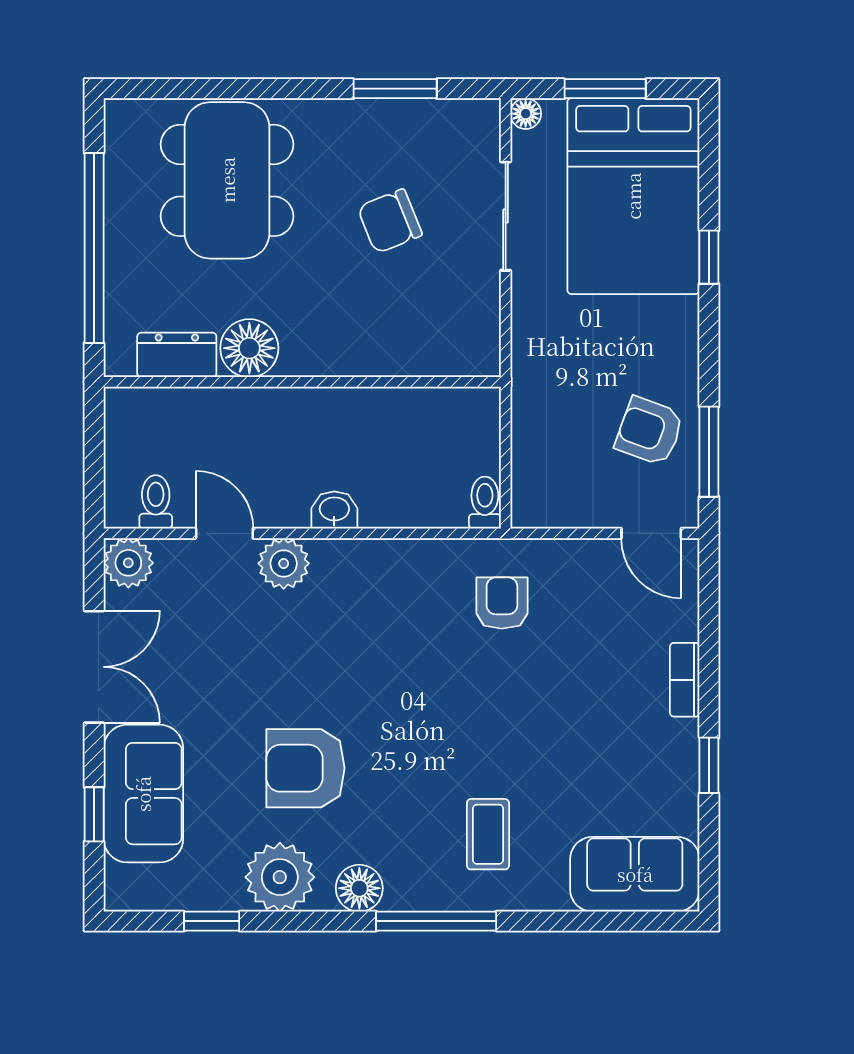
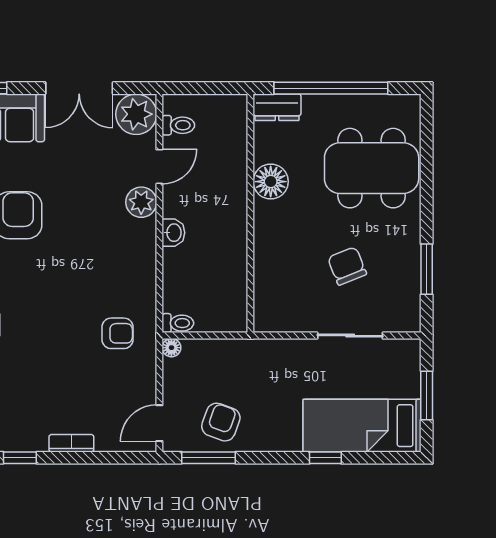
floor lamp: (526, 114) -> (171, 348), moved
bed: (633, 196) -> (362, 426), width x0.67
dresser: (177, 355) -> (277, 107), moved, turned 90
plant: (128, 563) -> (136, 114), width x1.36, depth x1.36

